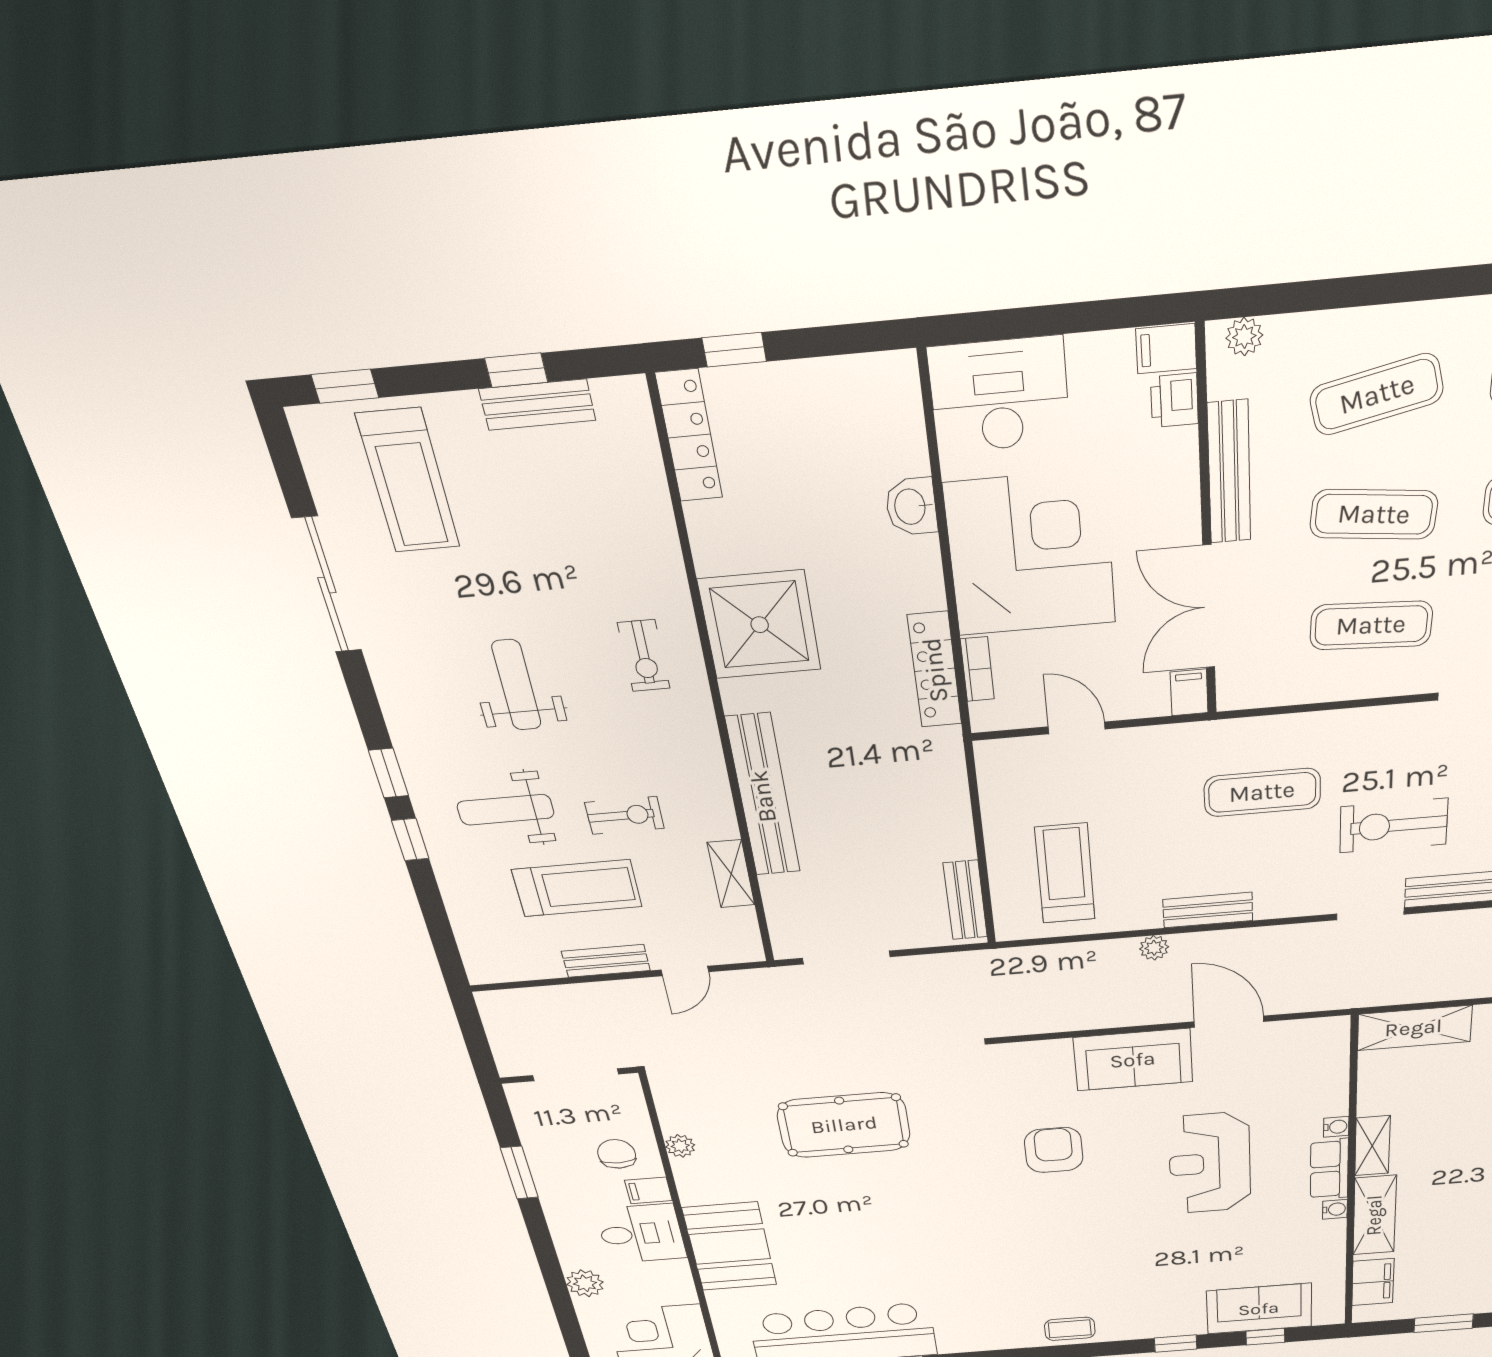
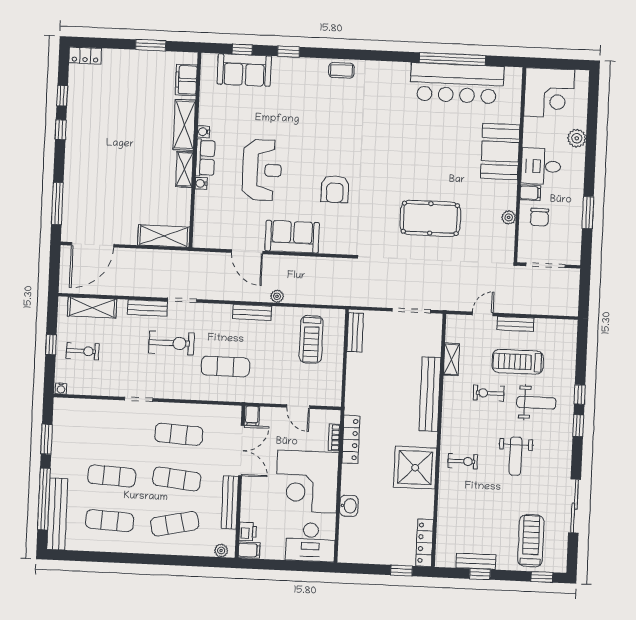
exercise bike: (644, 656) -> (463, 461), turned 90

